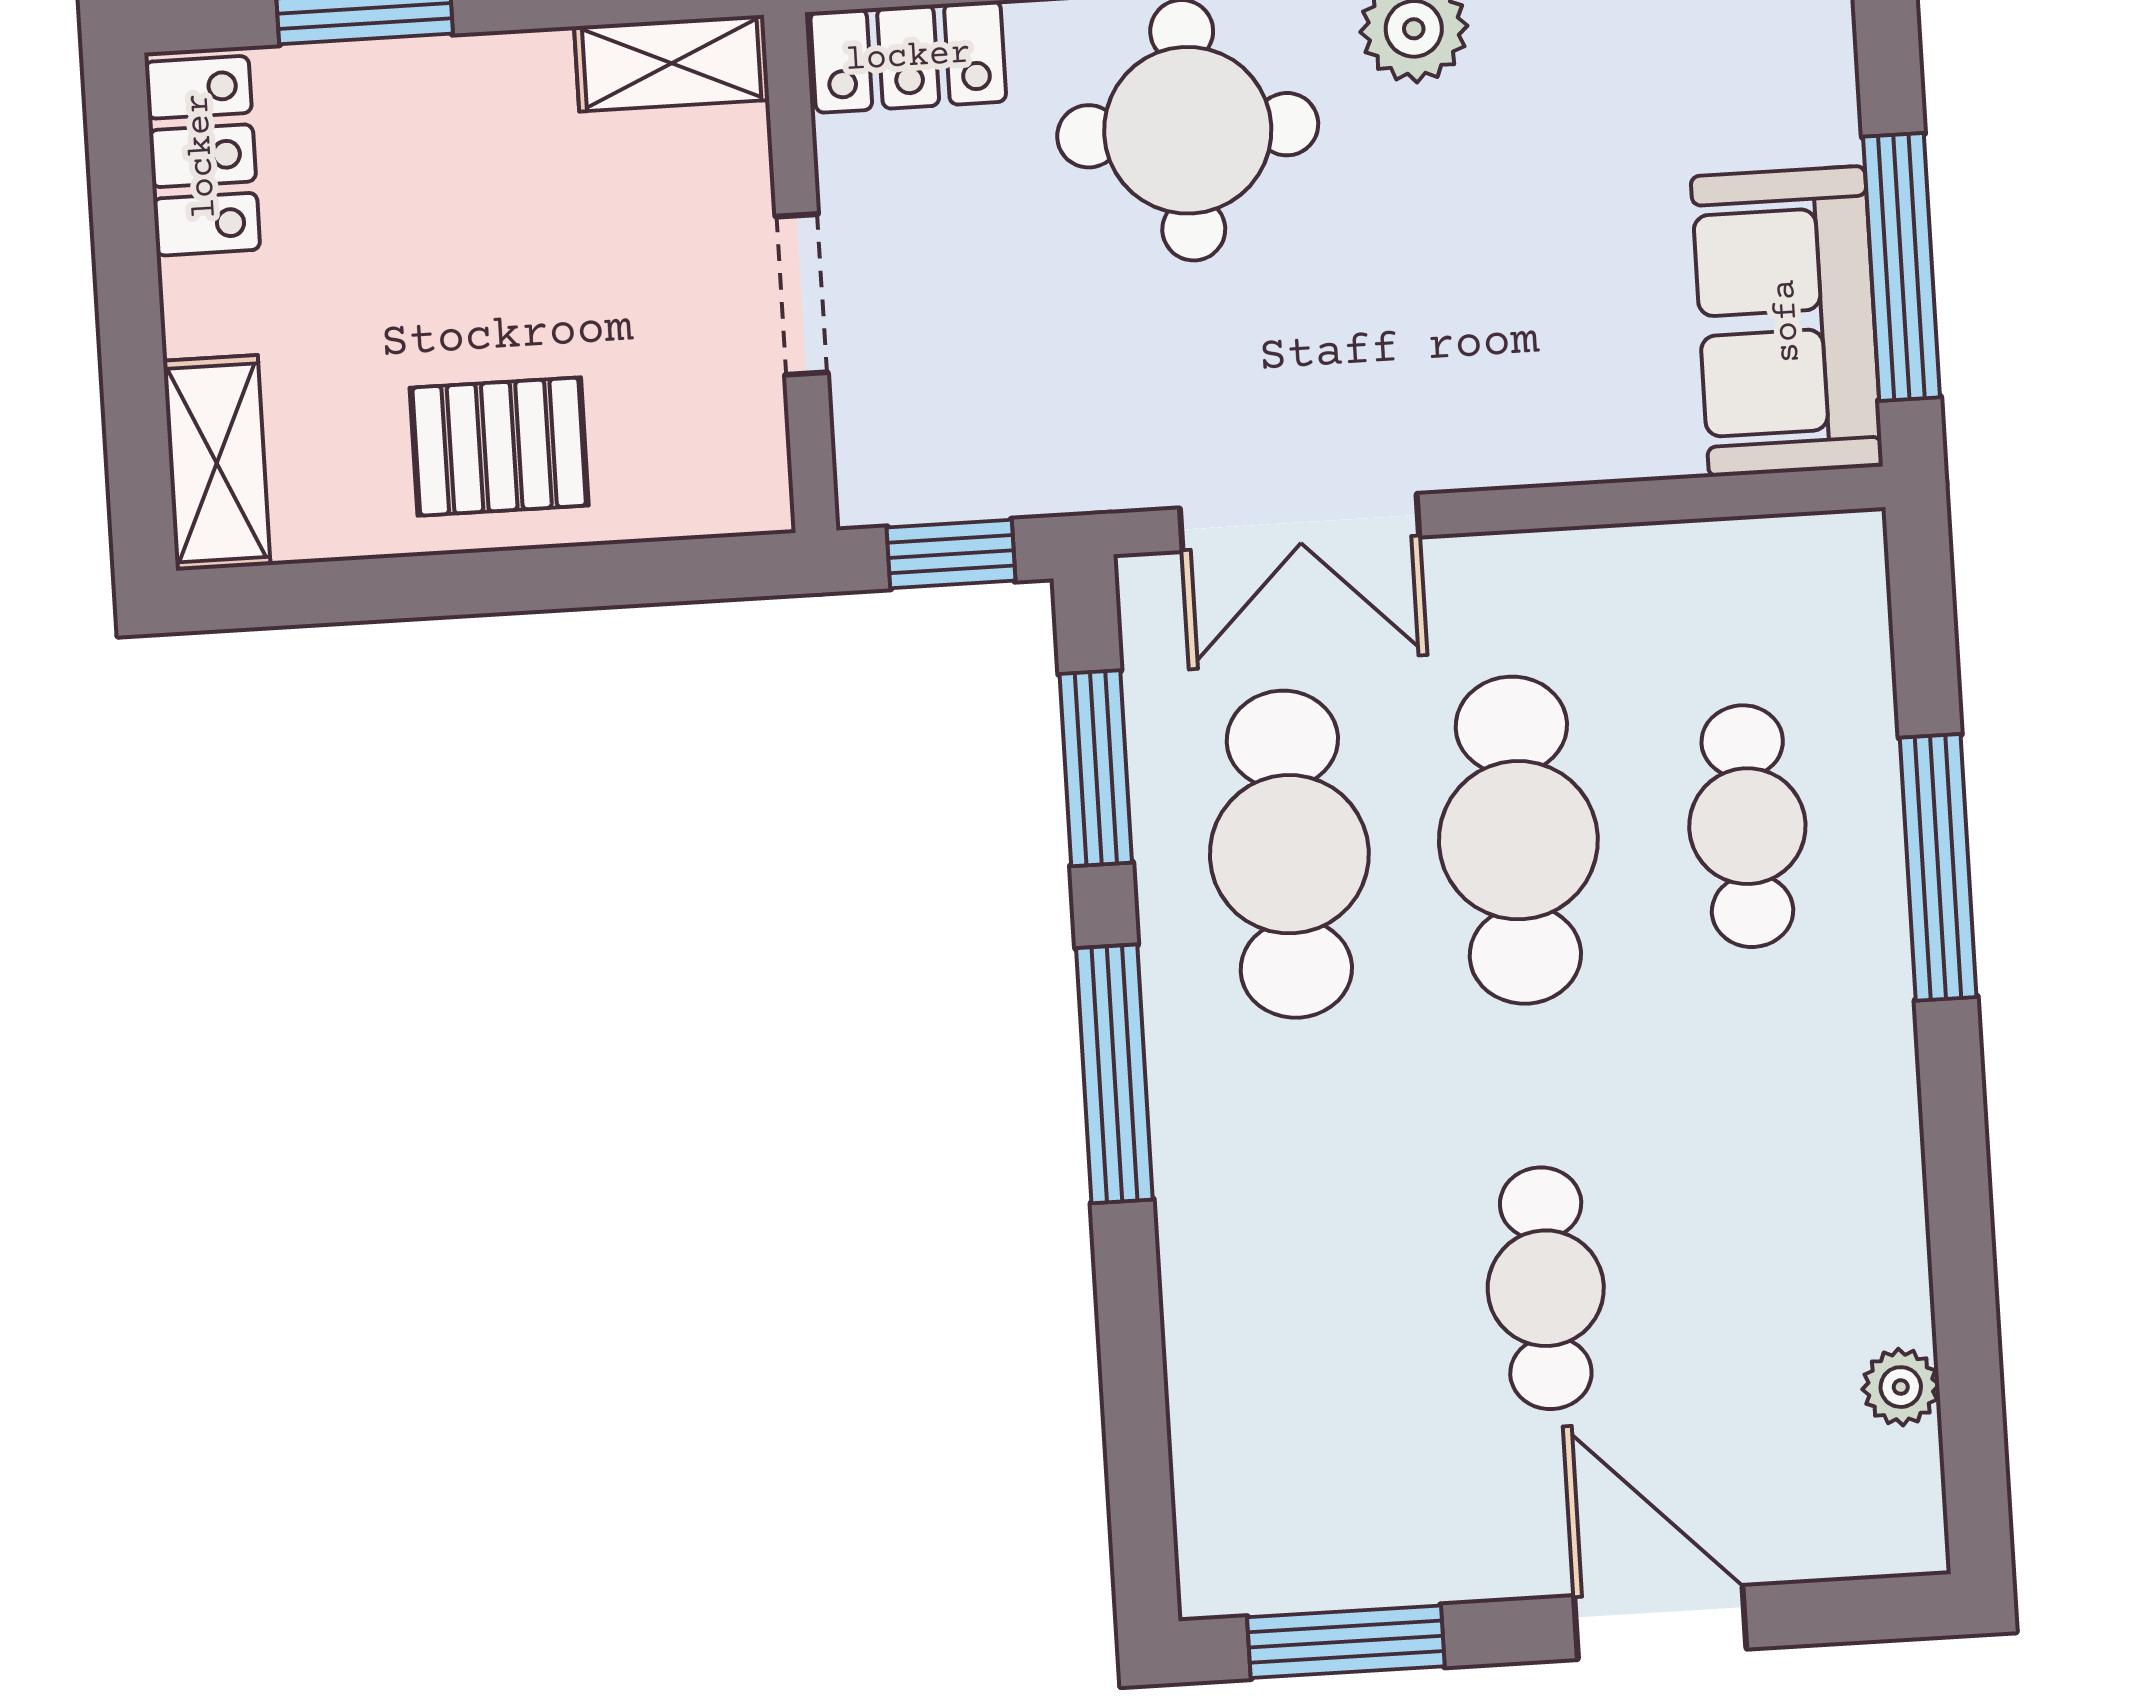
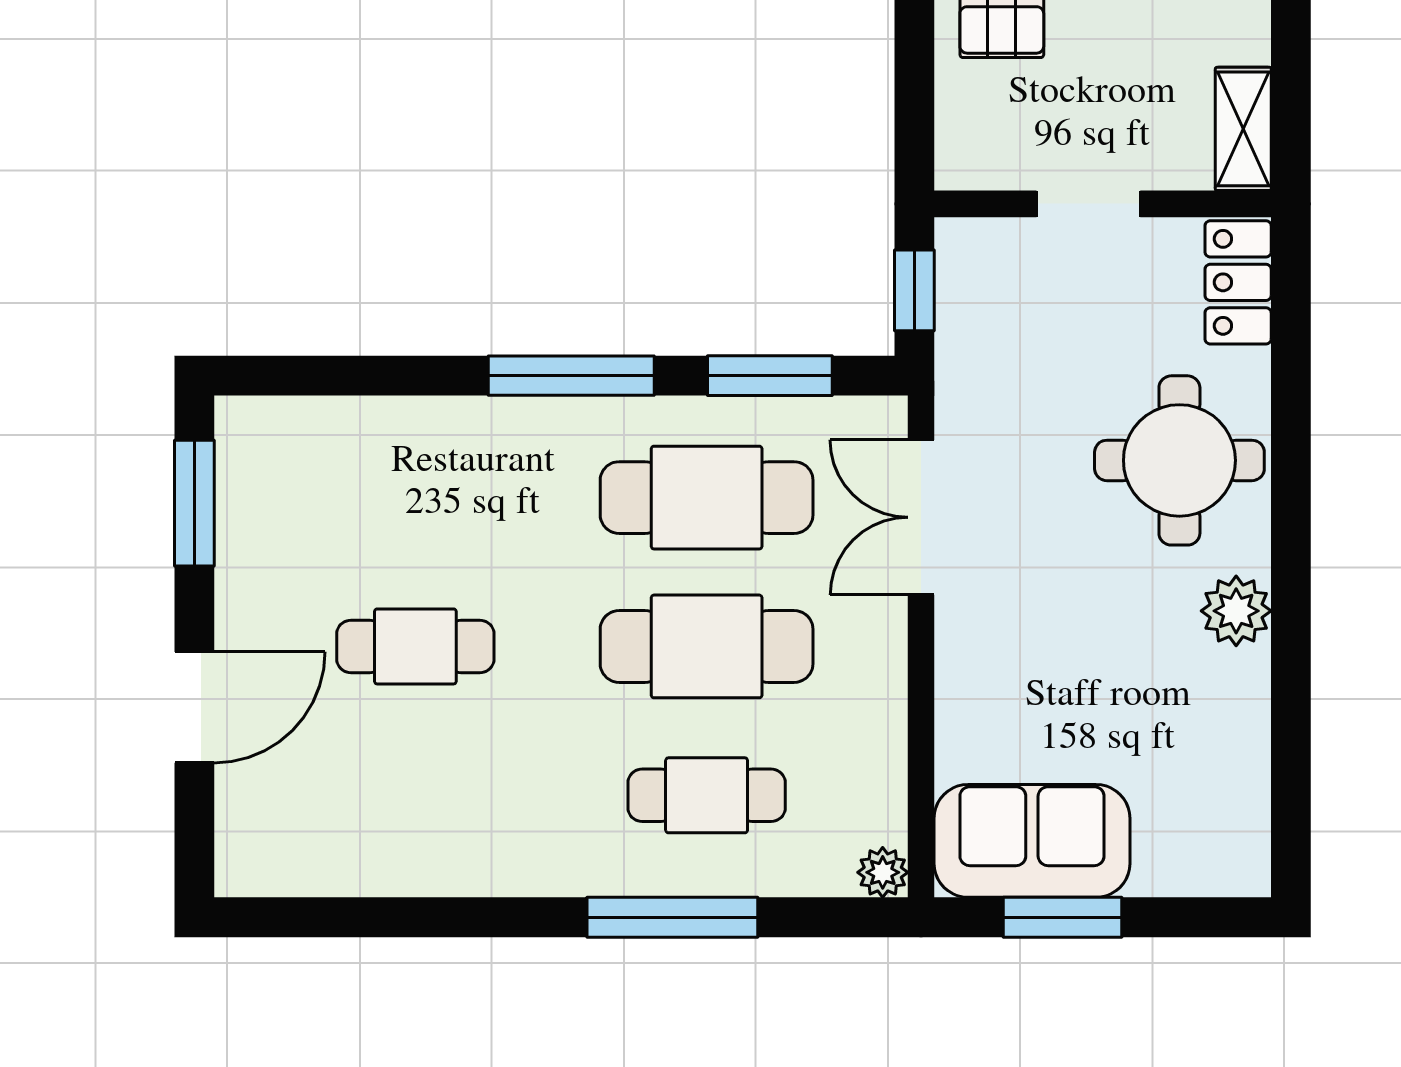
window: (1901, 267) -> (1063, 917), width x0.69
plant: (1901, 1387) -> (883, 872), moved

